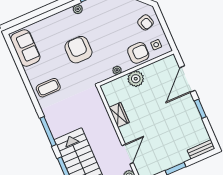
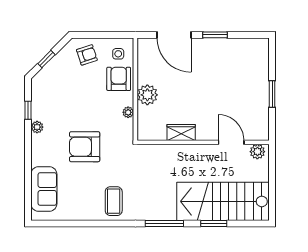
sofa: (25, 48) -> (44, 189), moved, turned 90
bench: (201, 149) -> (263, 55), removed

